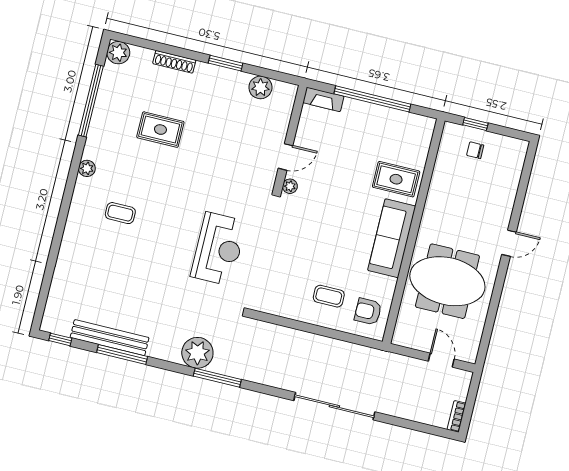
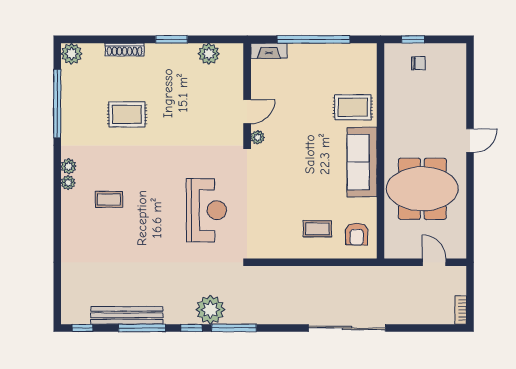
chair: (475, 150) -> (418, 63), turned 180
plant: (82, 185) -> (68, 183), added
armchair: (368, 311) -> (357, 234), turned -90
window: (173, 367) -> (191, 328), added

